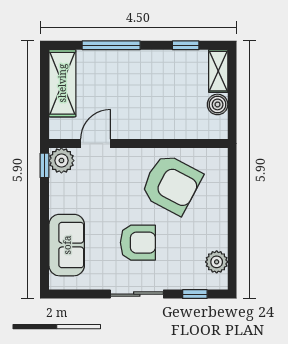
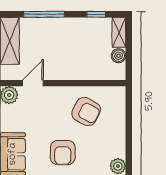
armchair: (171, 184) -> (86, 112), width x0.73, depth x0.73
armchair: (138, 243) -> (63, 153), turned 90

